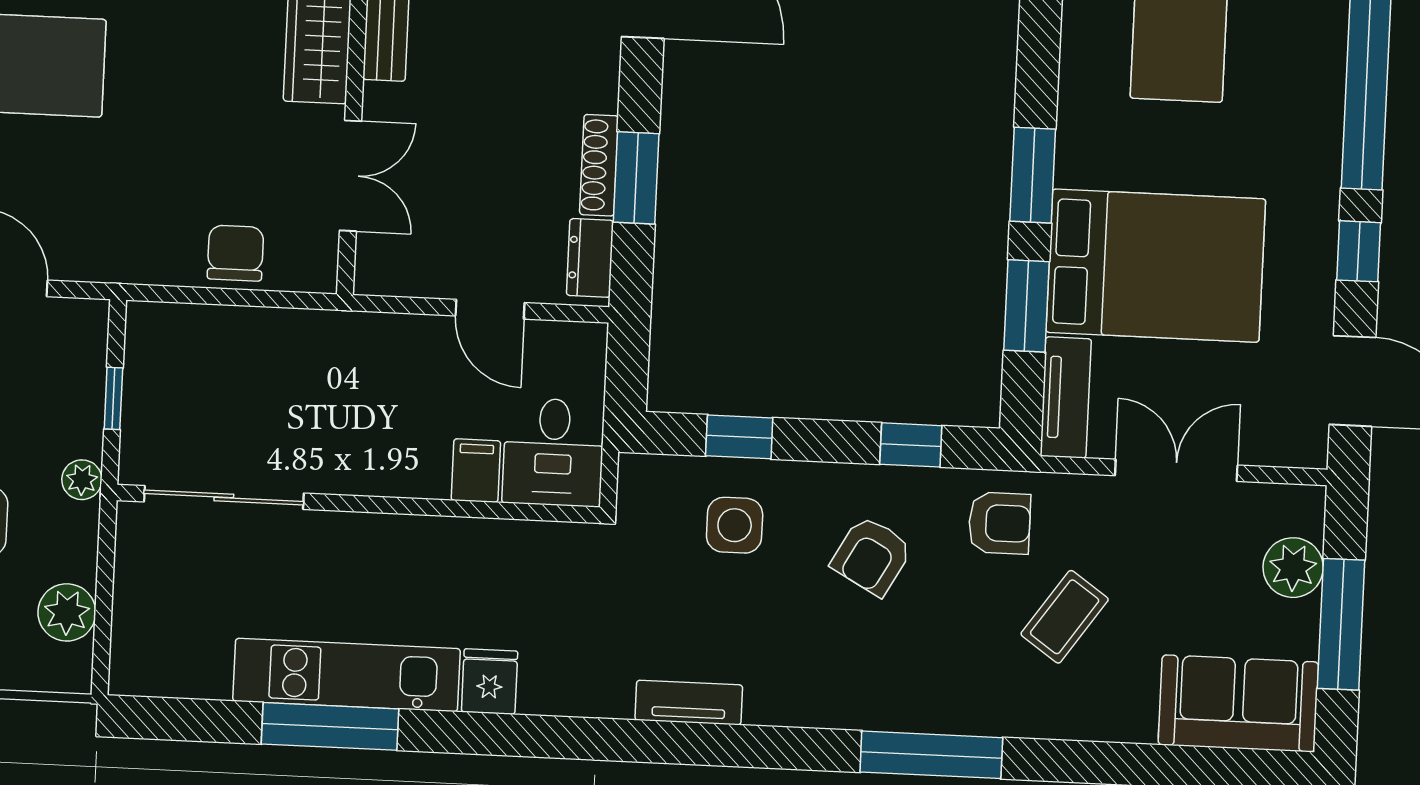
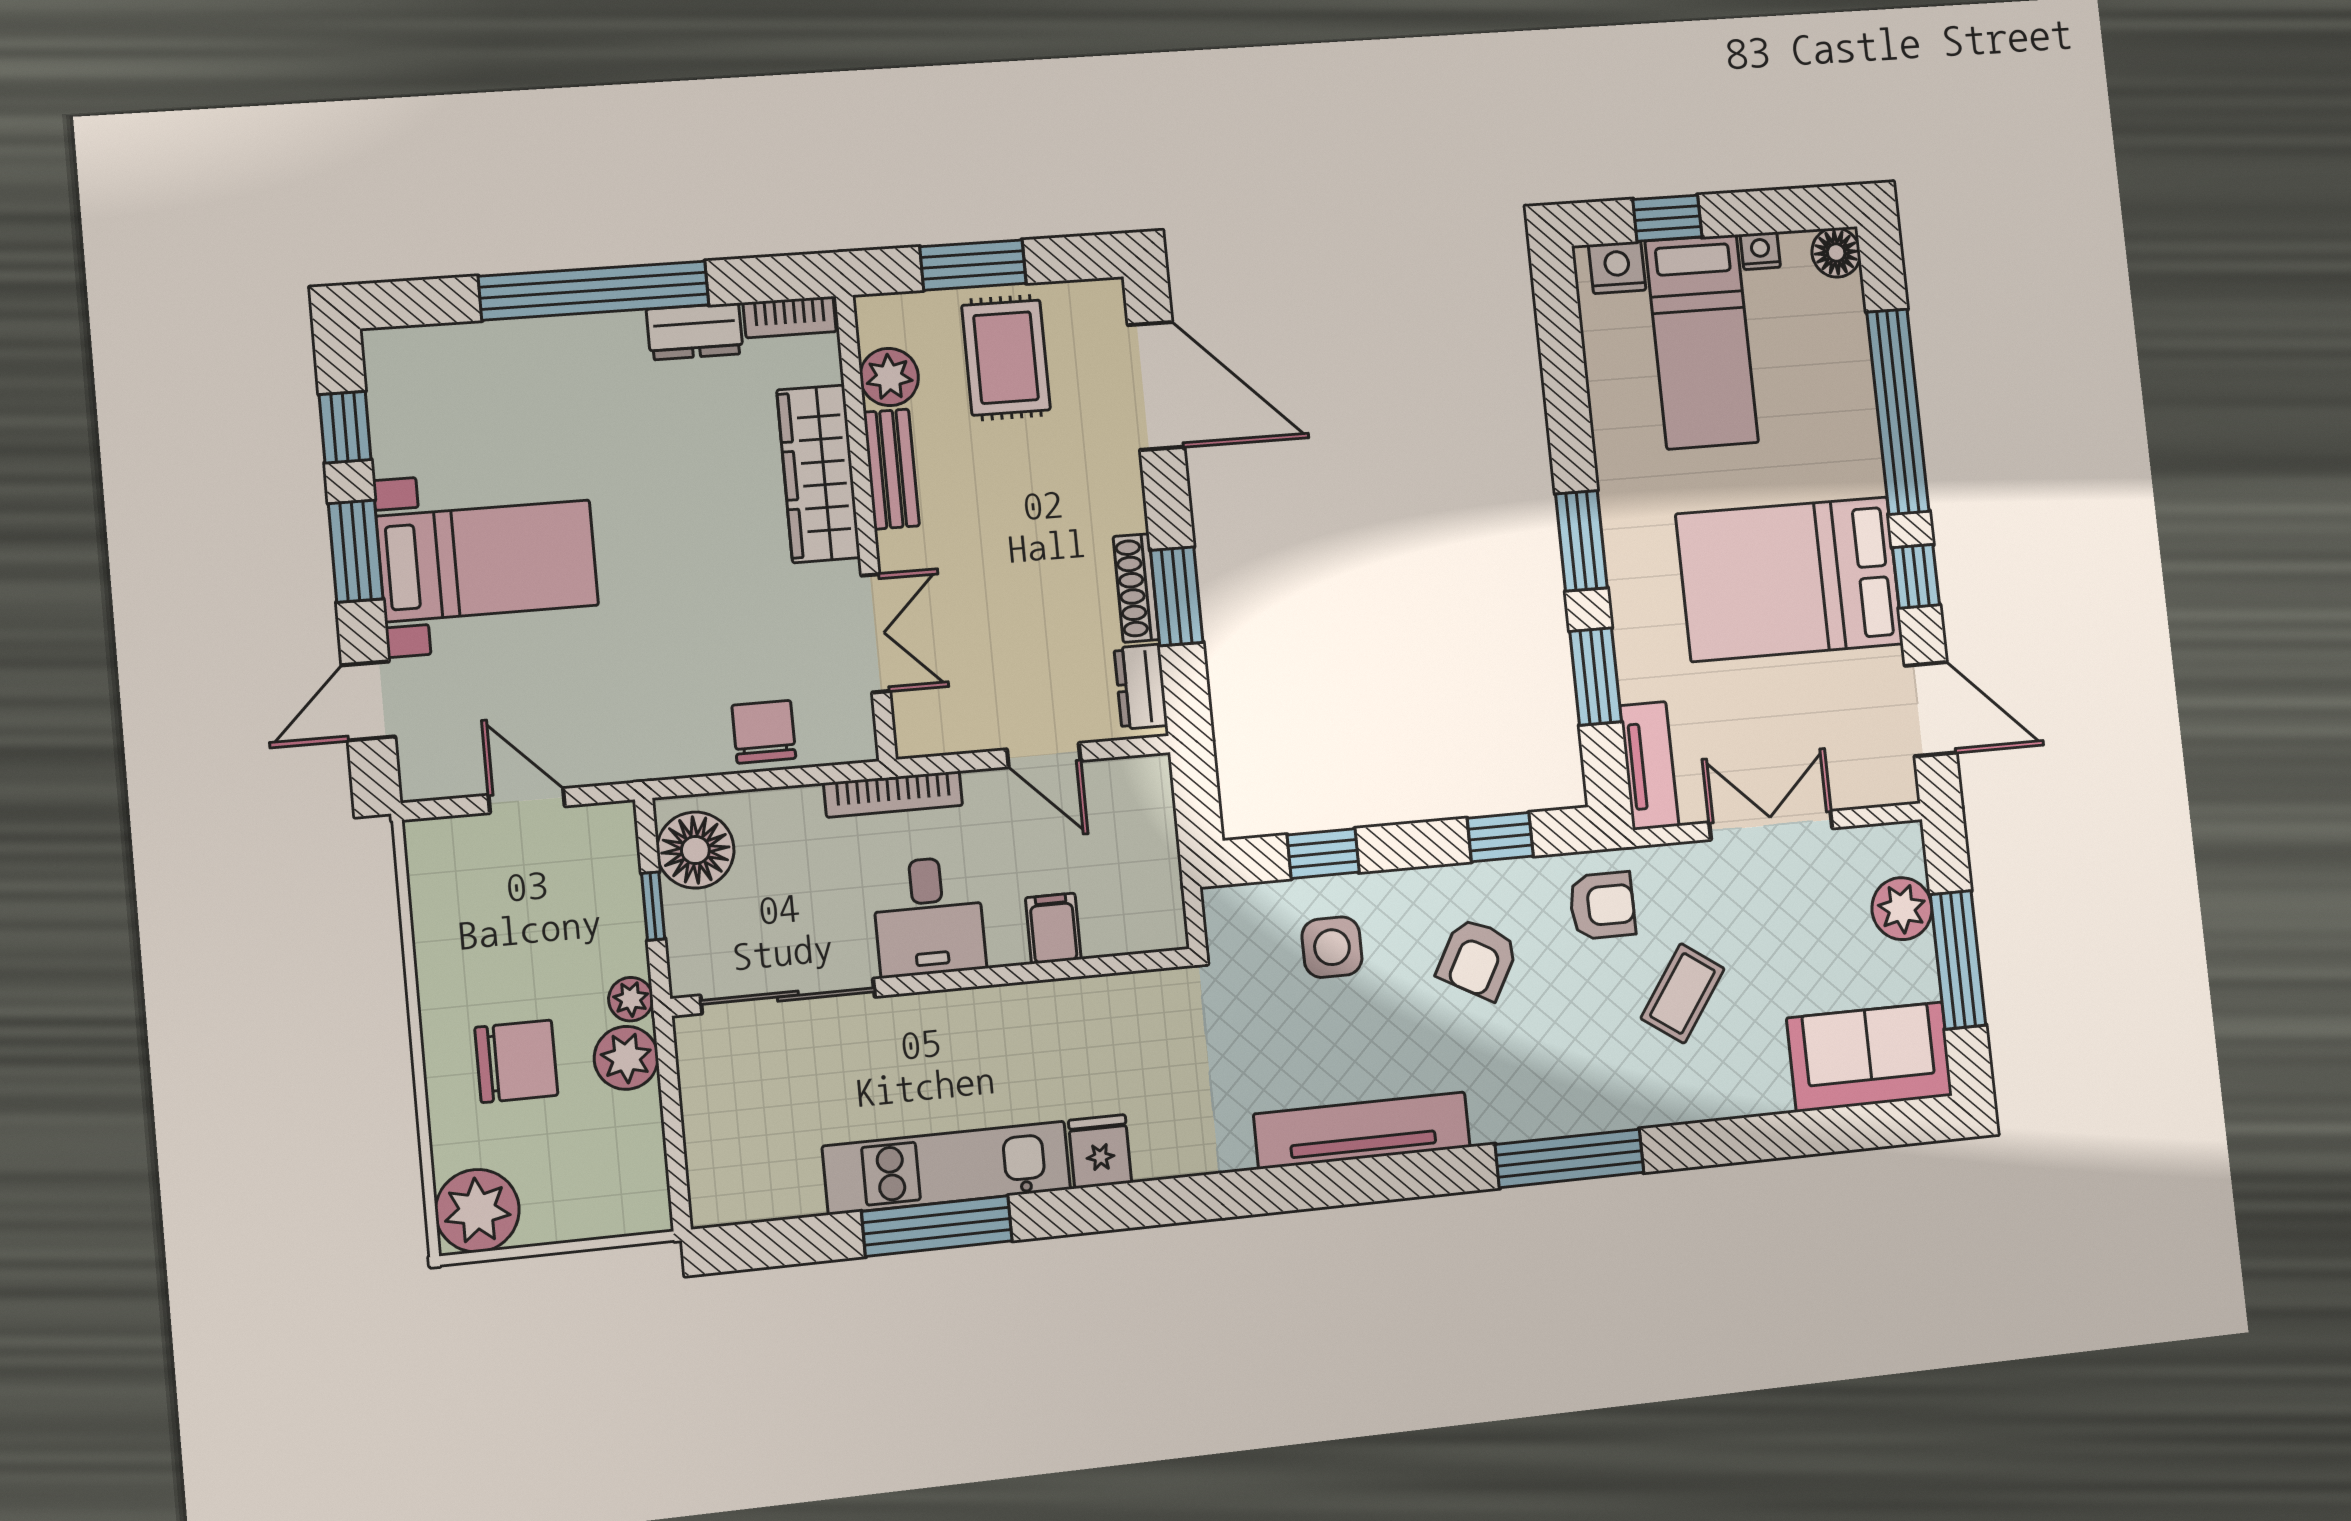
bed: (1156, 266) -> (1790, 579), moved, turned 180
bookcase: (346, 326) -> (893, 794), added
floor lamp: (158, 353) -> (695, 850), added
desk: (553, 452) -> (929, 916), moved
plant: (67, 612) -> (626, 1058), moved
tv unit: (689, 703) -> (1362, 1130), width x1.92, depth x1.29

